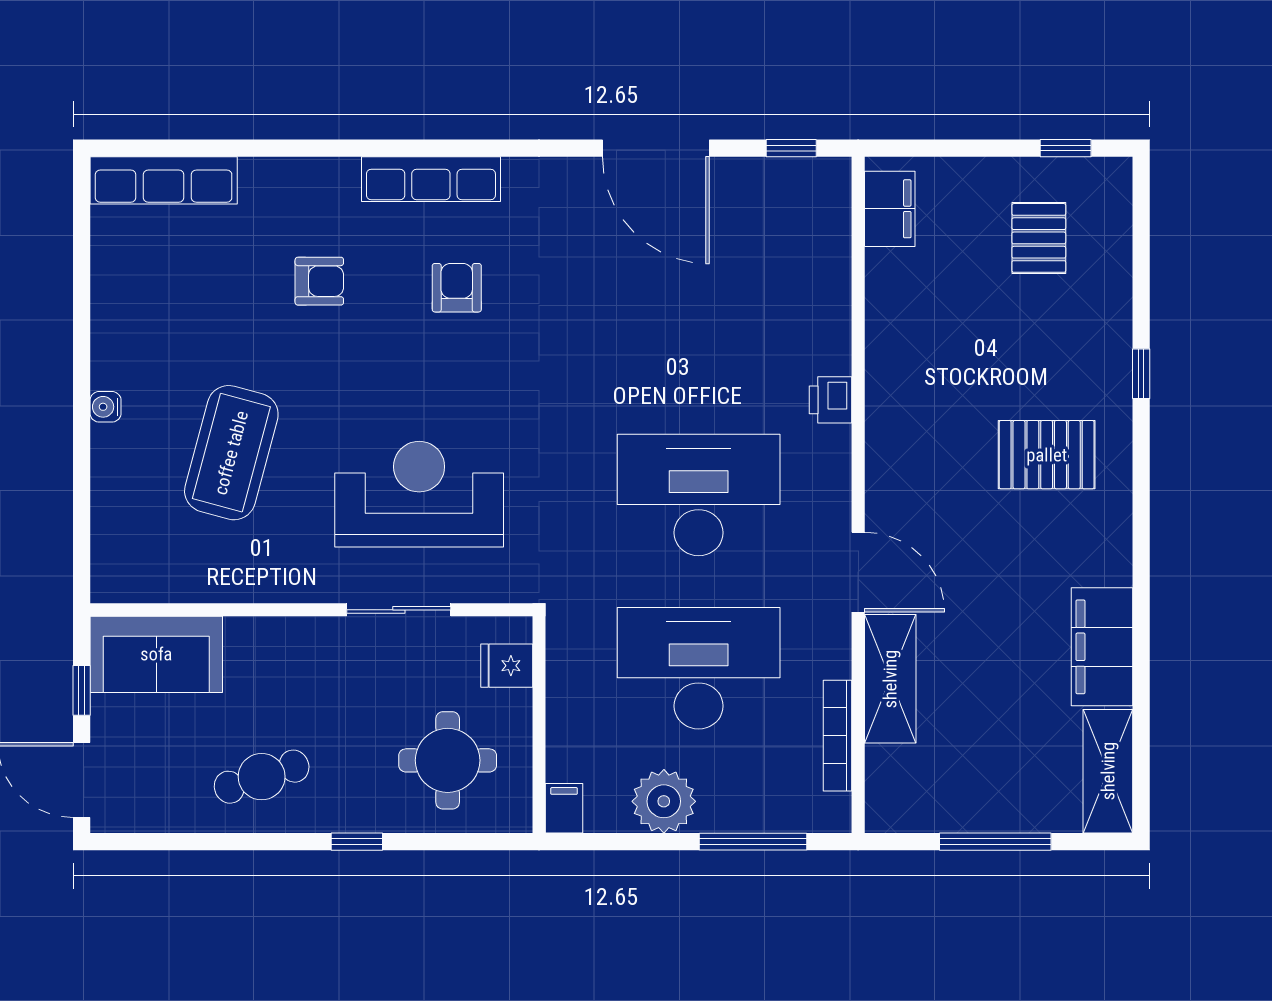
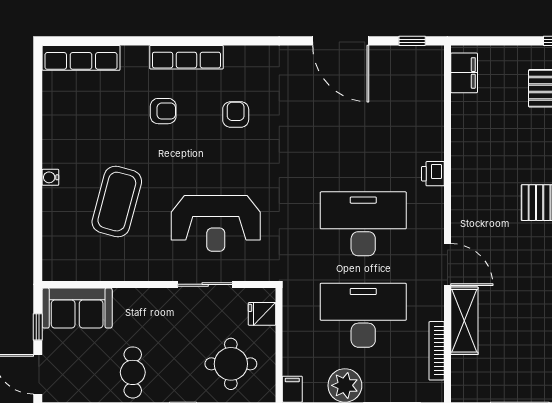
row of seats: (431, 179) -> (186, 57), moved
reception desk: (419, 494) -> (216, 223), turned 180
cafe table: (262, 777) -> (133, 372), turned -72

